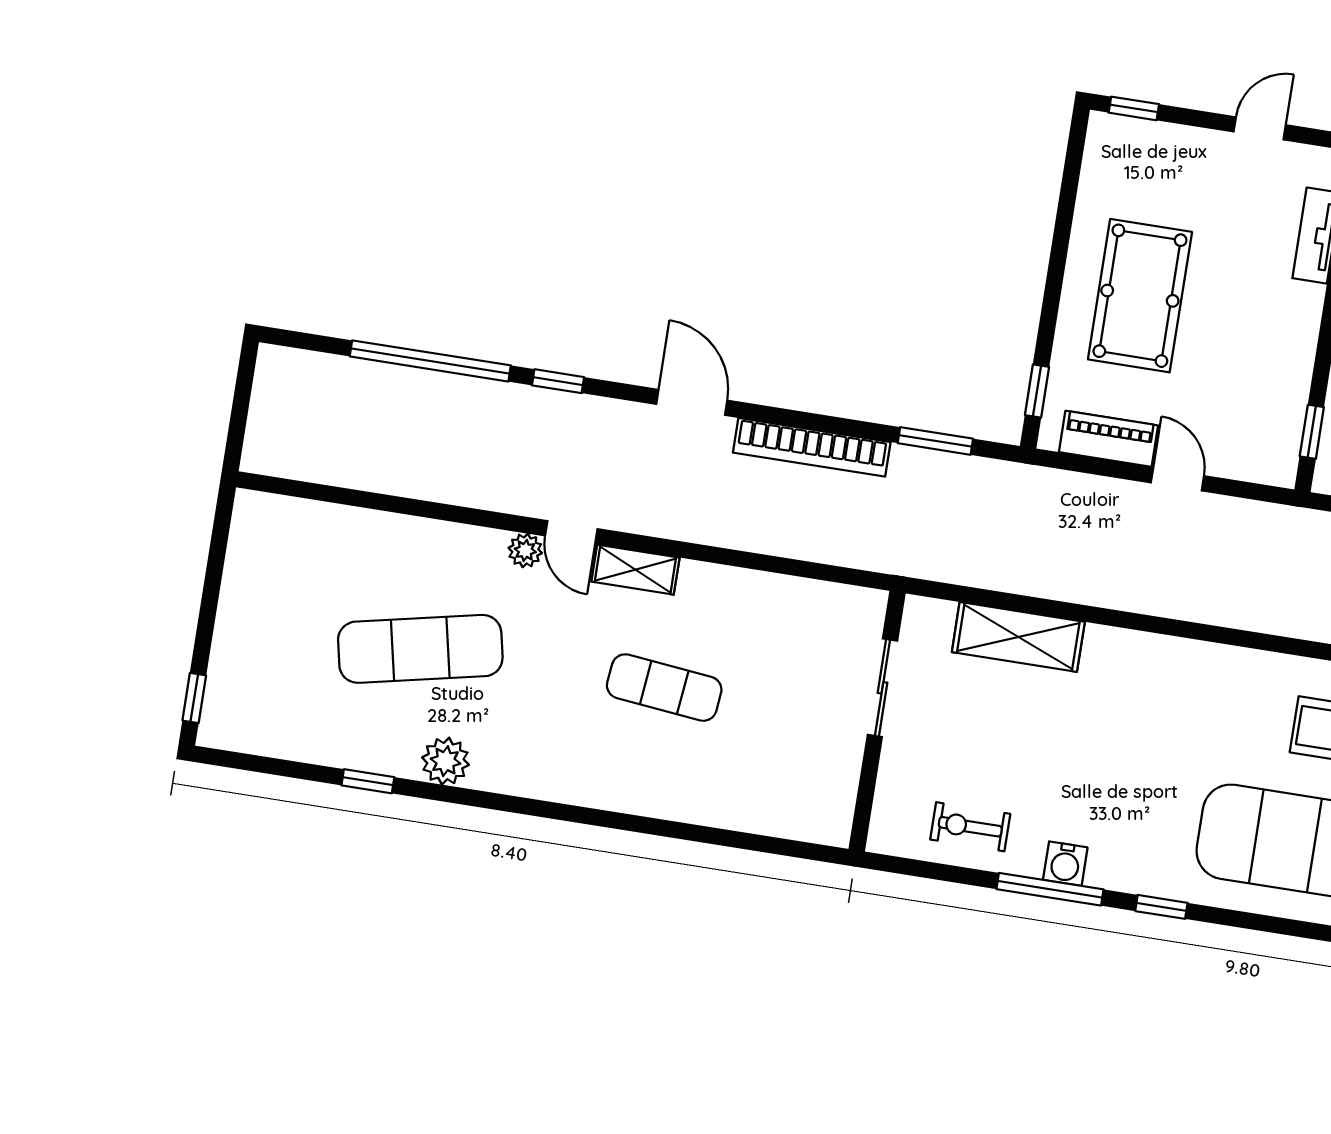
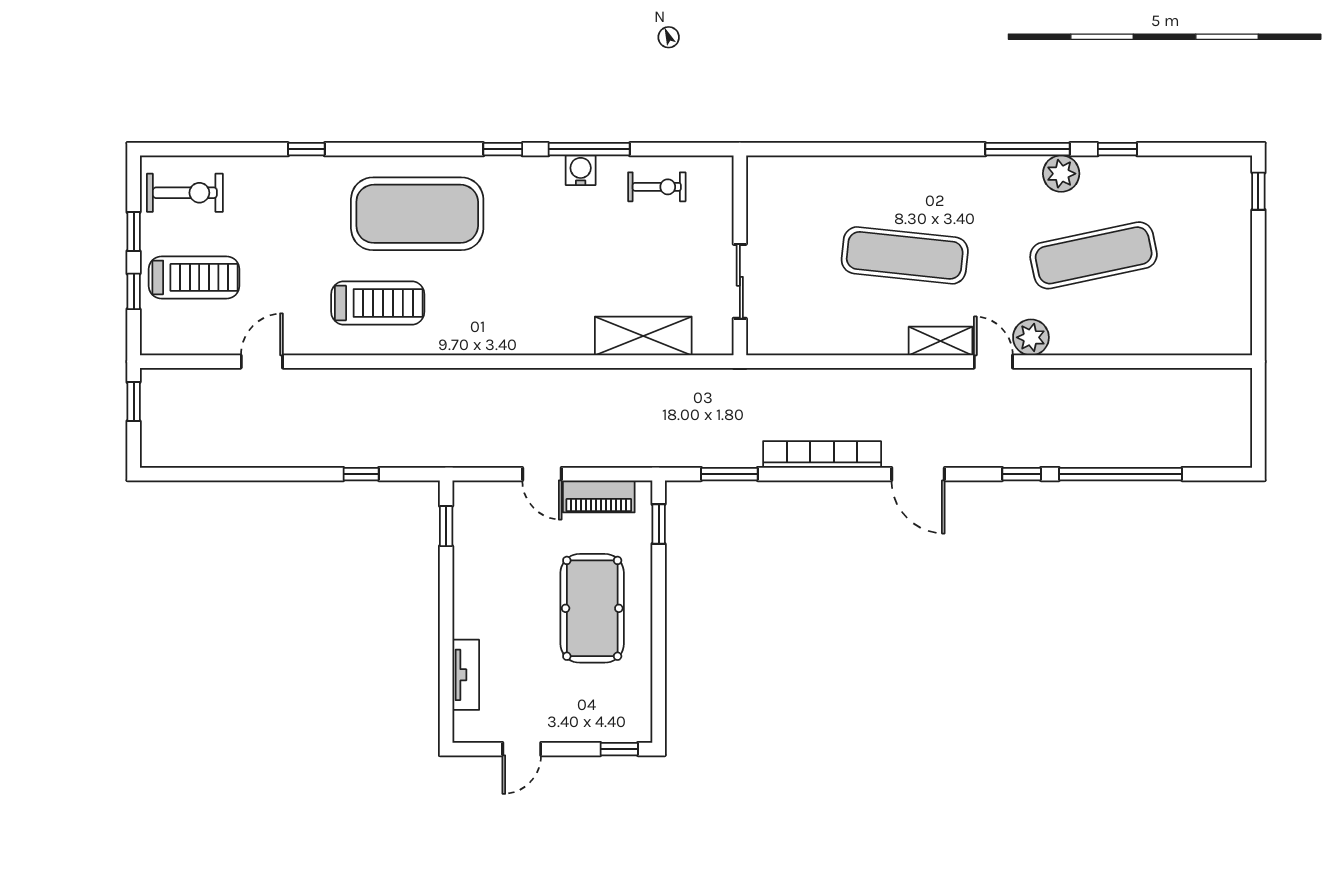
plant: (525, 550) -> (1031, 337), width x1.38, depth x1.38
exercise mat: (664, 688) -> (905, 255), width x1.36, depth x1.45
window: (484, 800) -> (1028, 149), added

